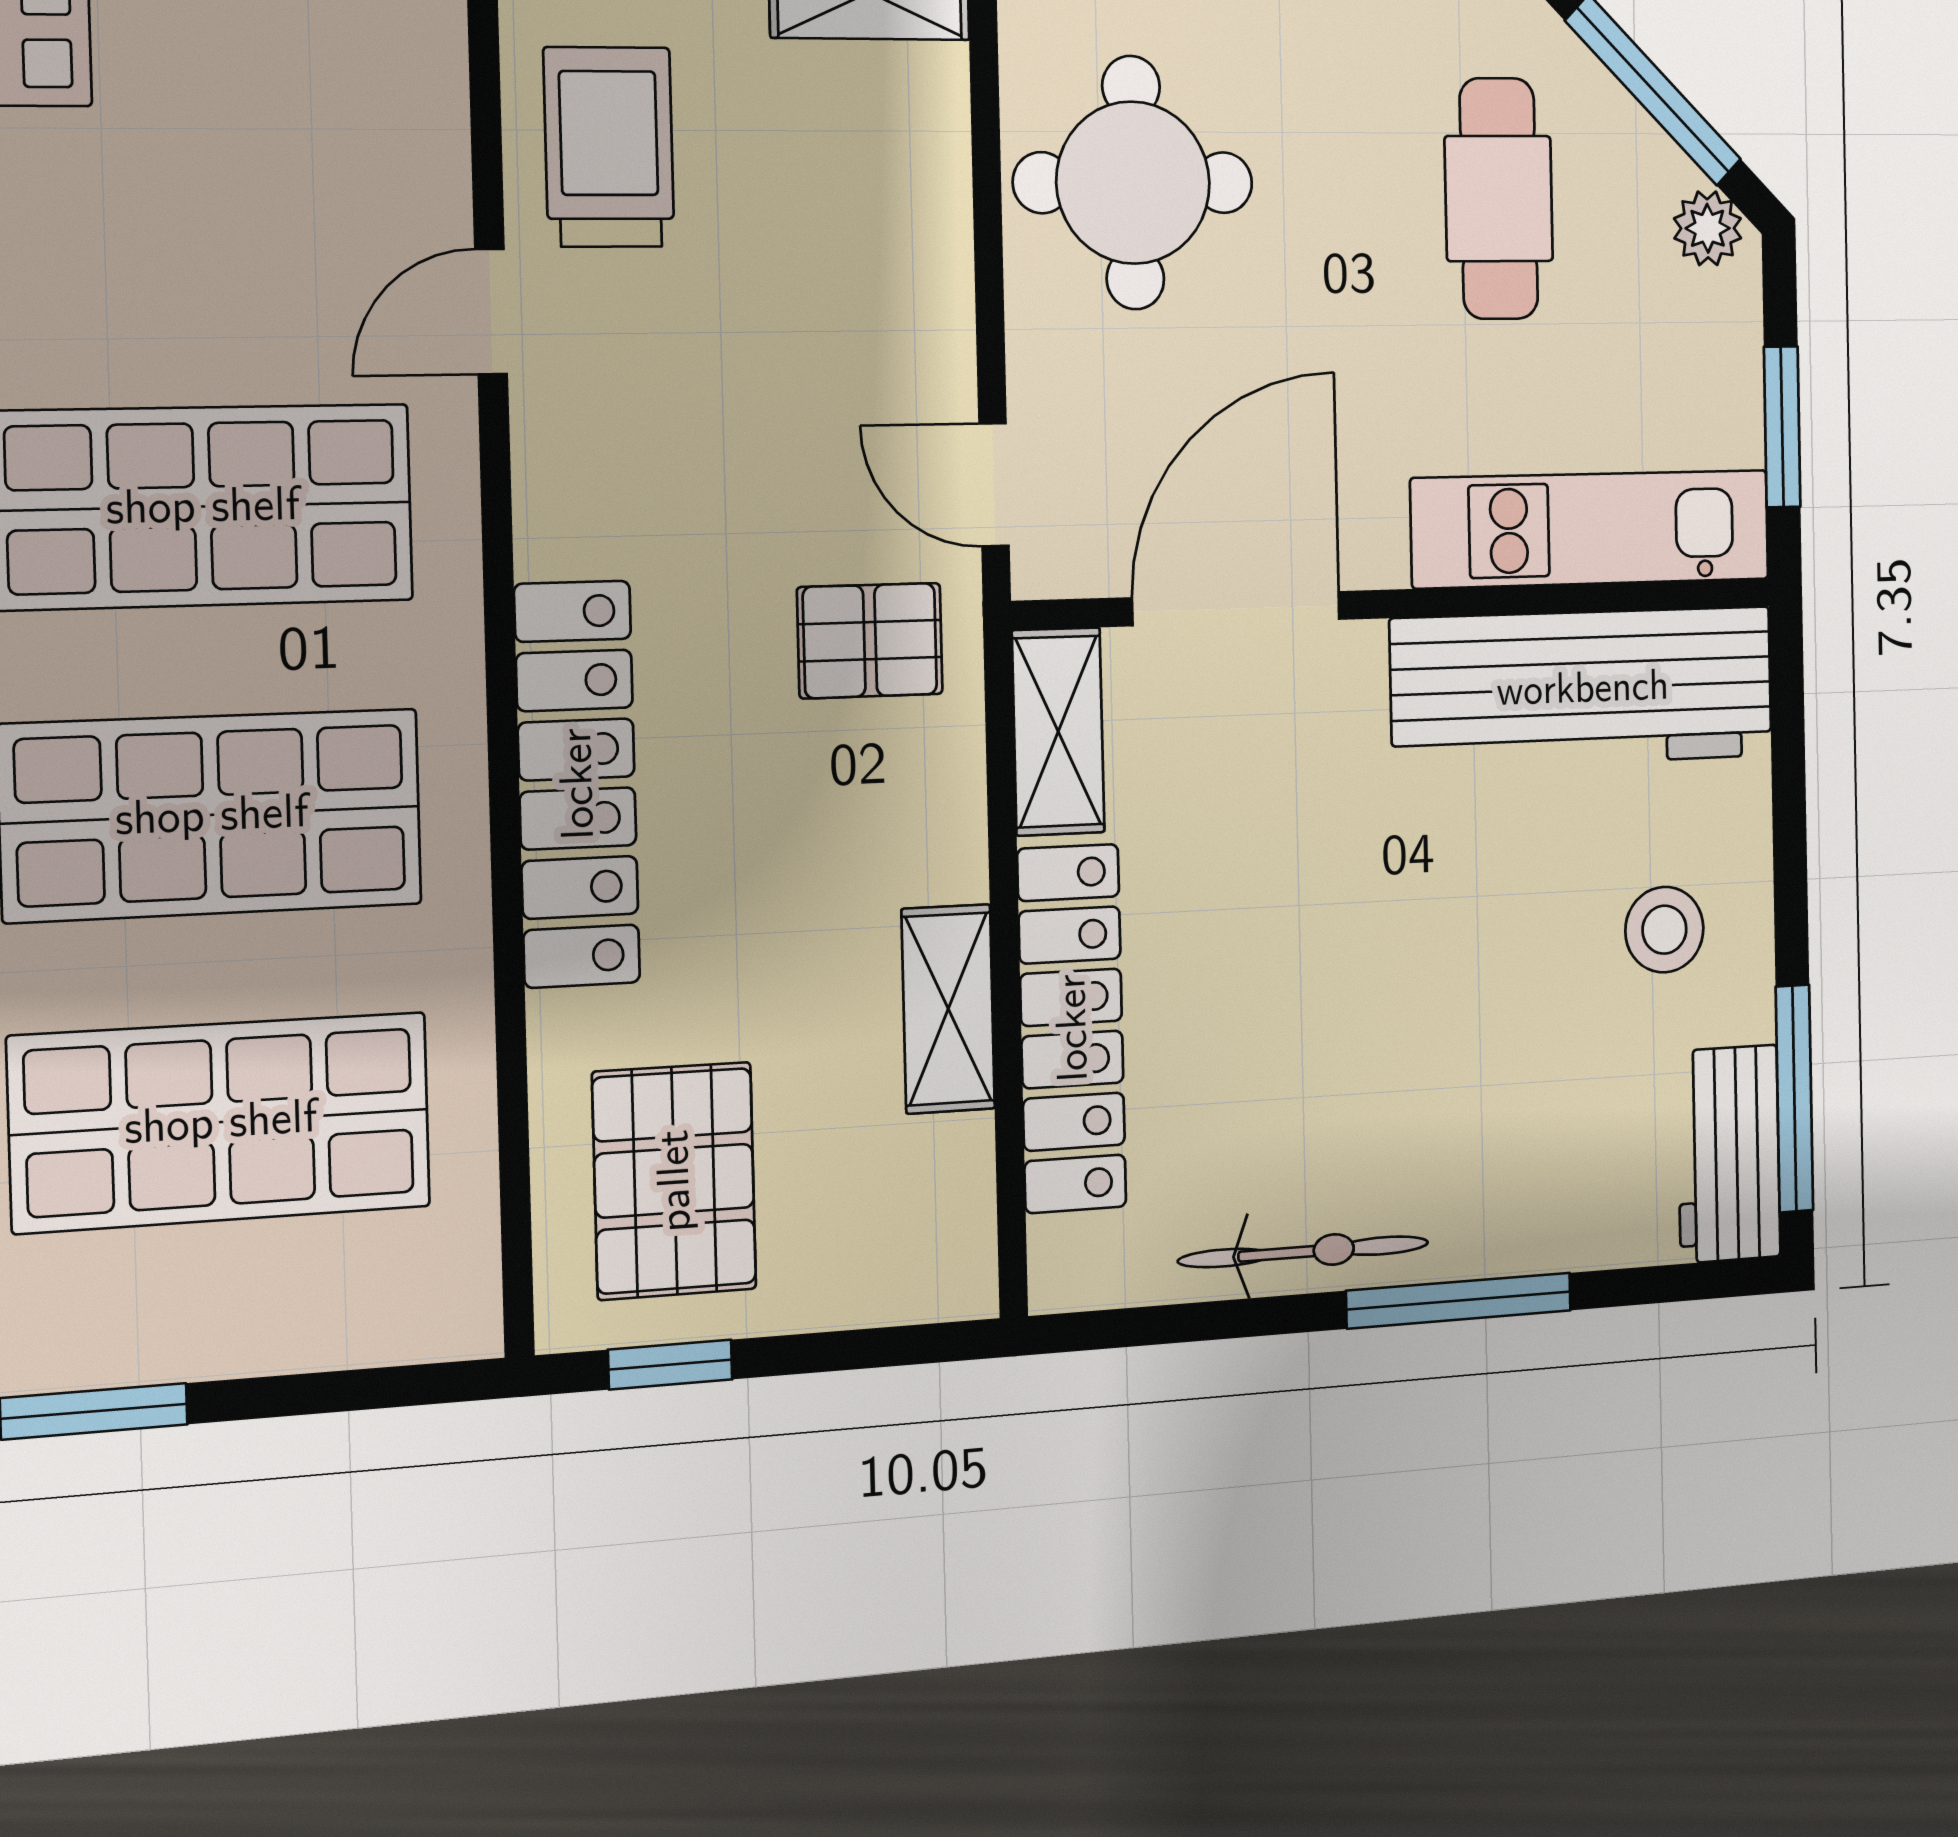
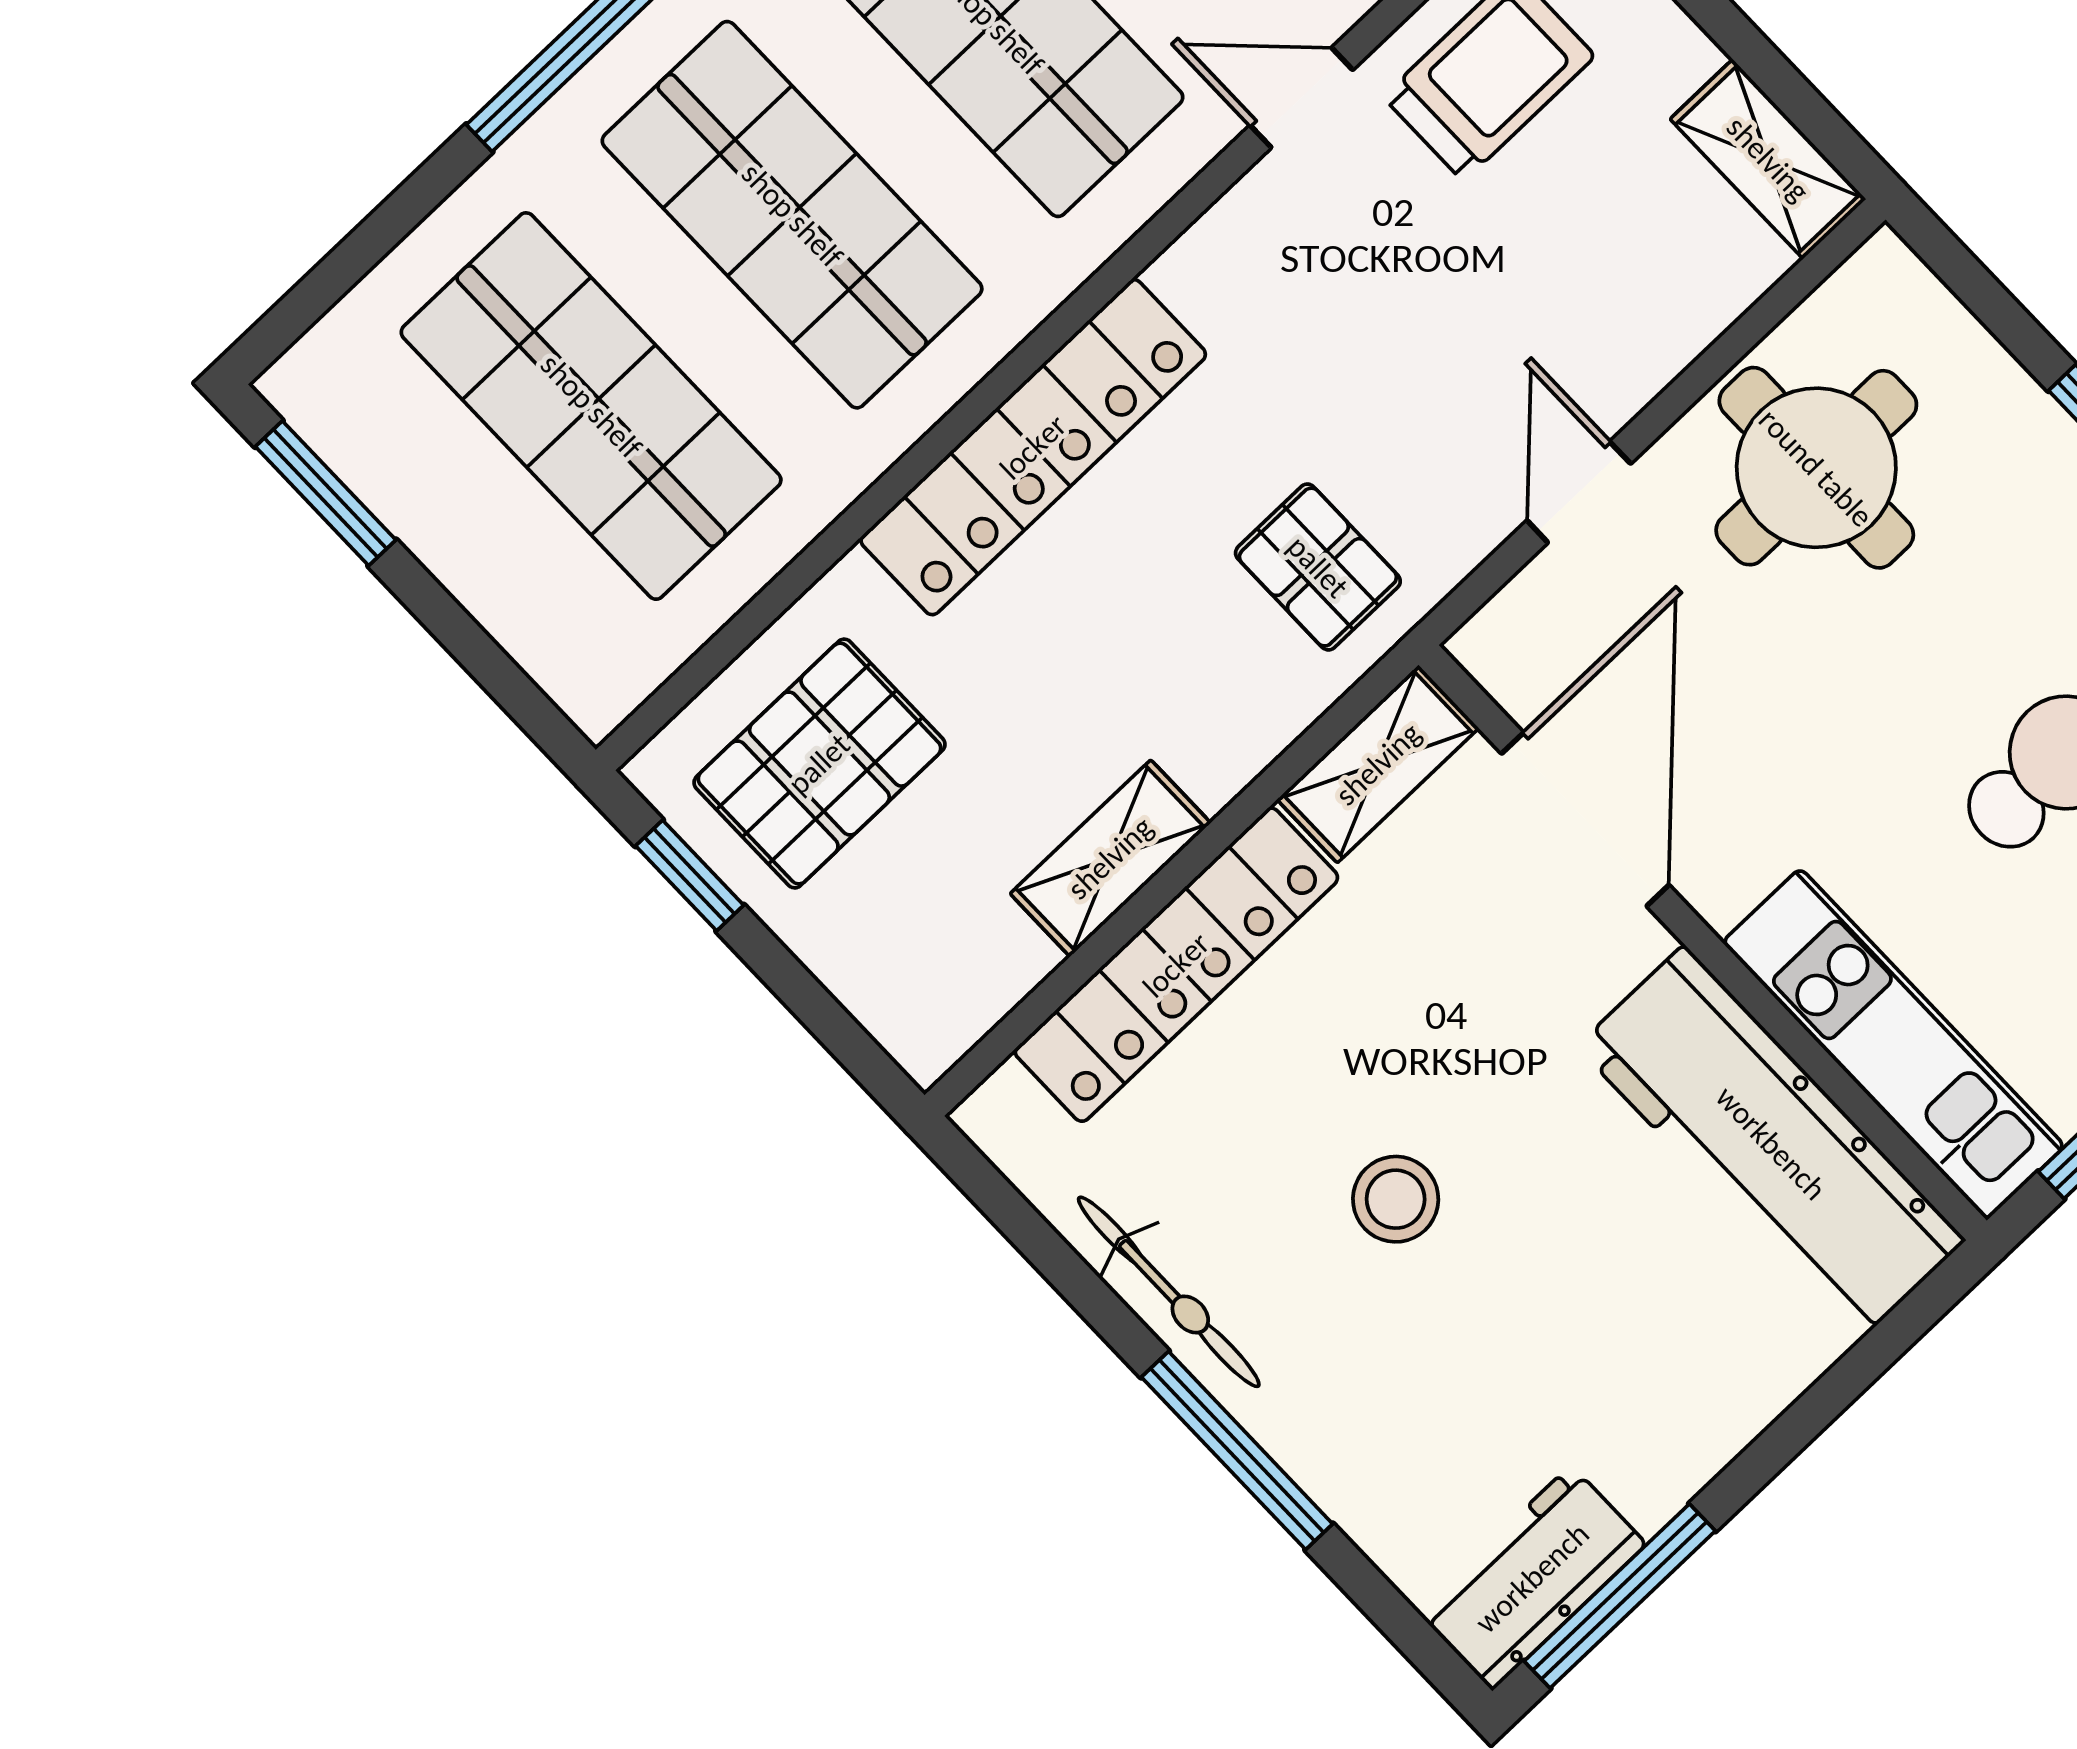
door: (994, 485) -> (1579, 492), moved
door: (1236, 609) -> (1585, 819), hinge flipped
stool: (1664, 930) -> (1396, 1199), moved

